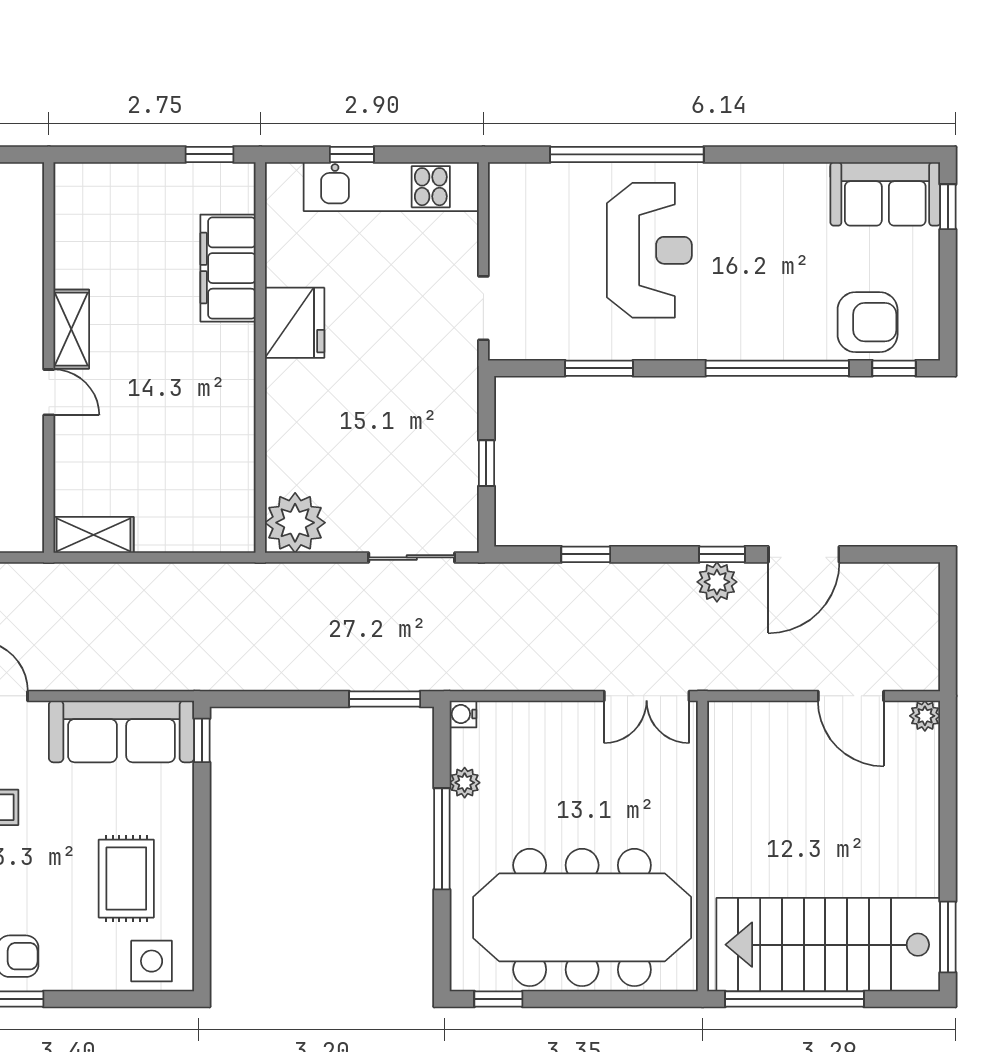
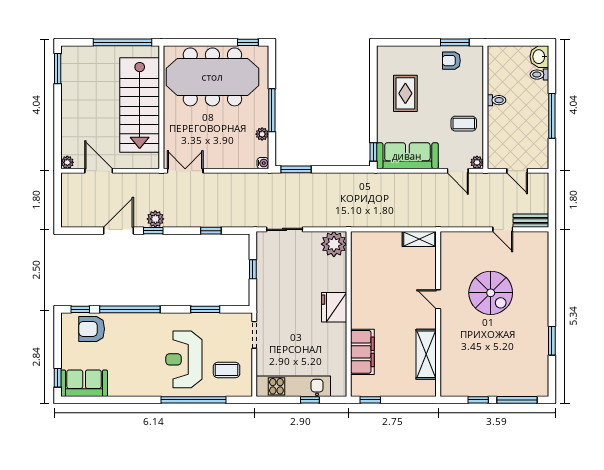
coffee table: (549, 225) -> (227, 370), added
fridge: (295, 323) -> (334, 307), moved
shelving: (71, 329) -> (426, 354), moved, width x1.50, depth x1.33
stairs: (828, 945) -> (140, 105), moved, turned 90
side table: (152, 961) -> (395, 58), removed

